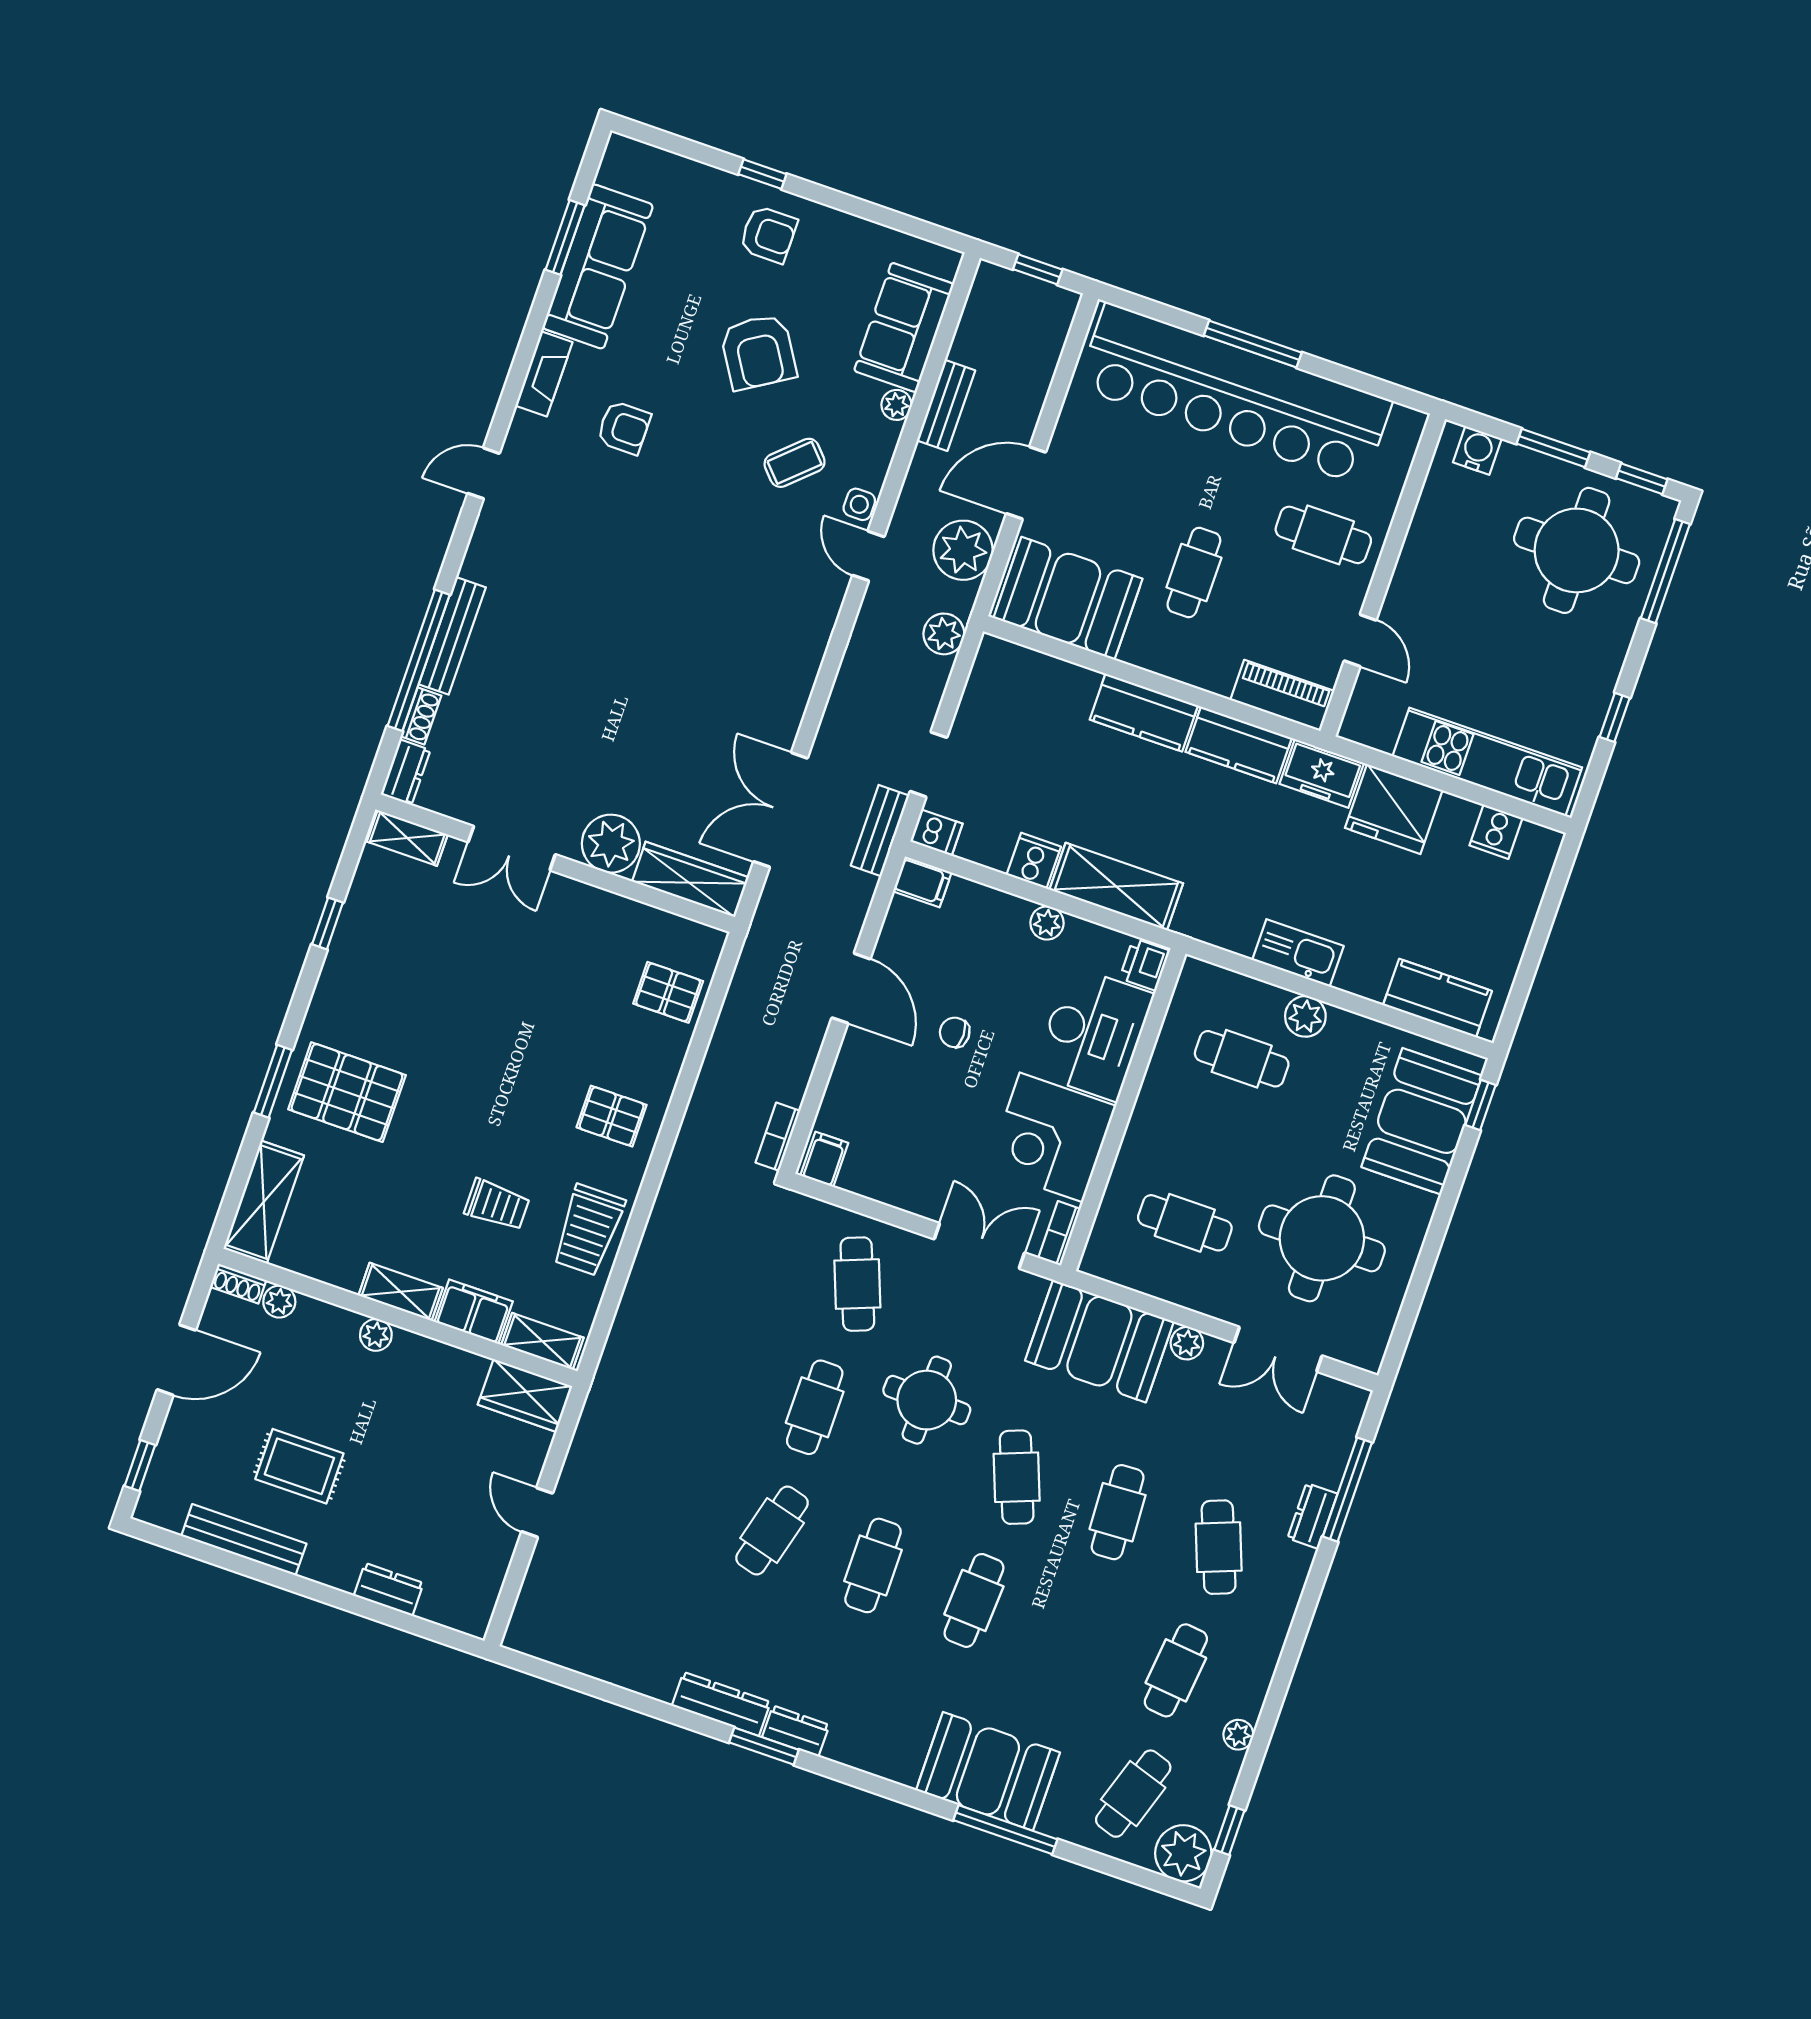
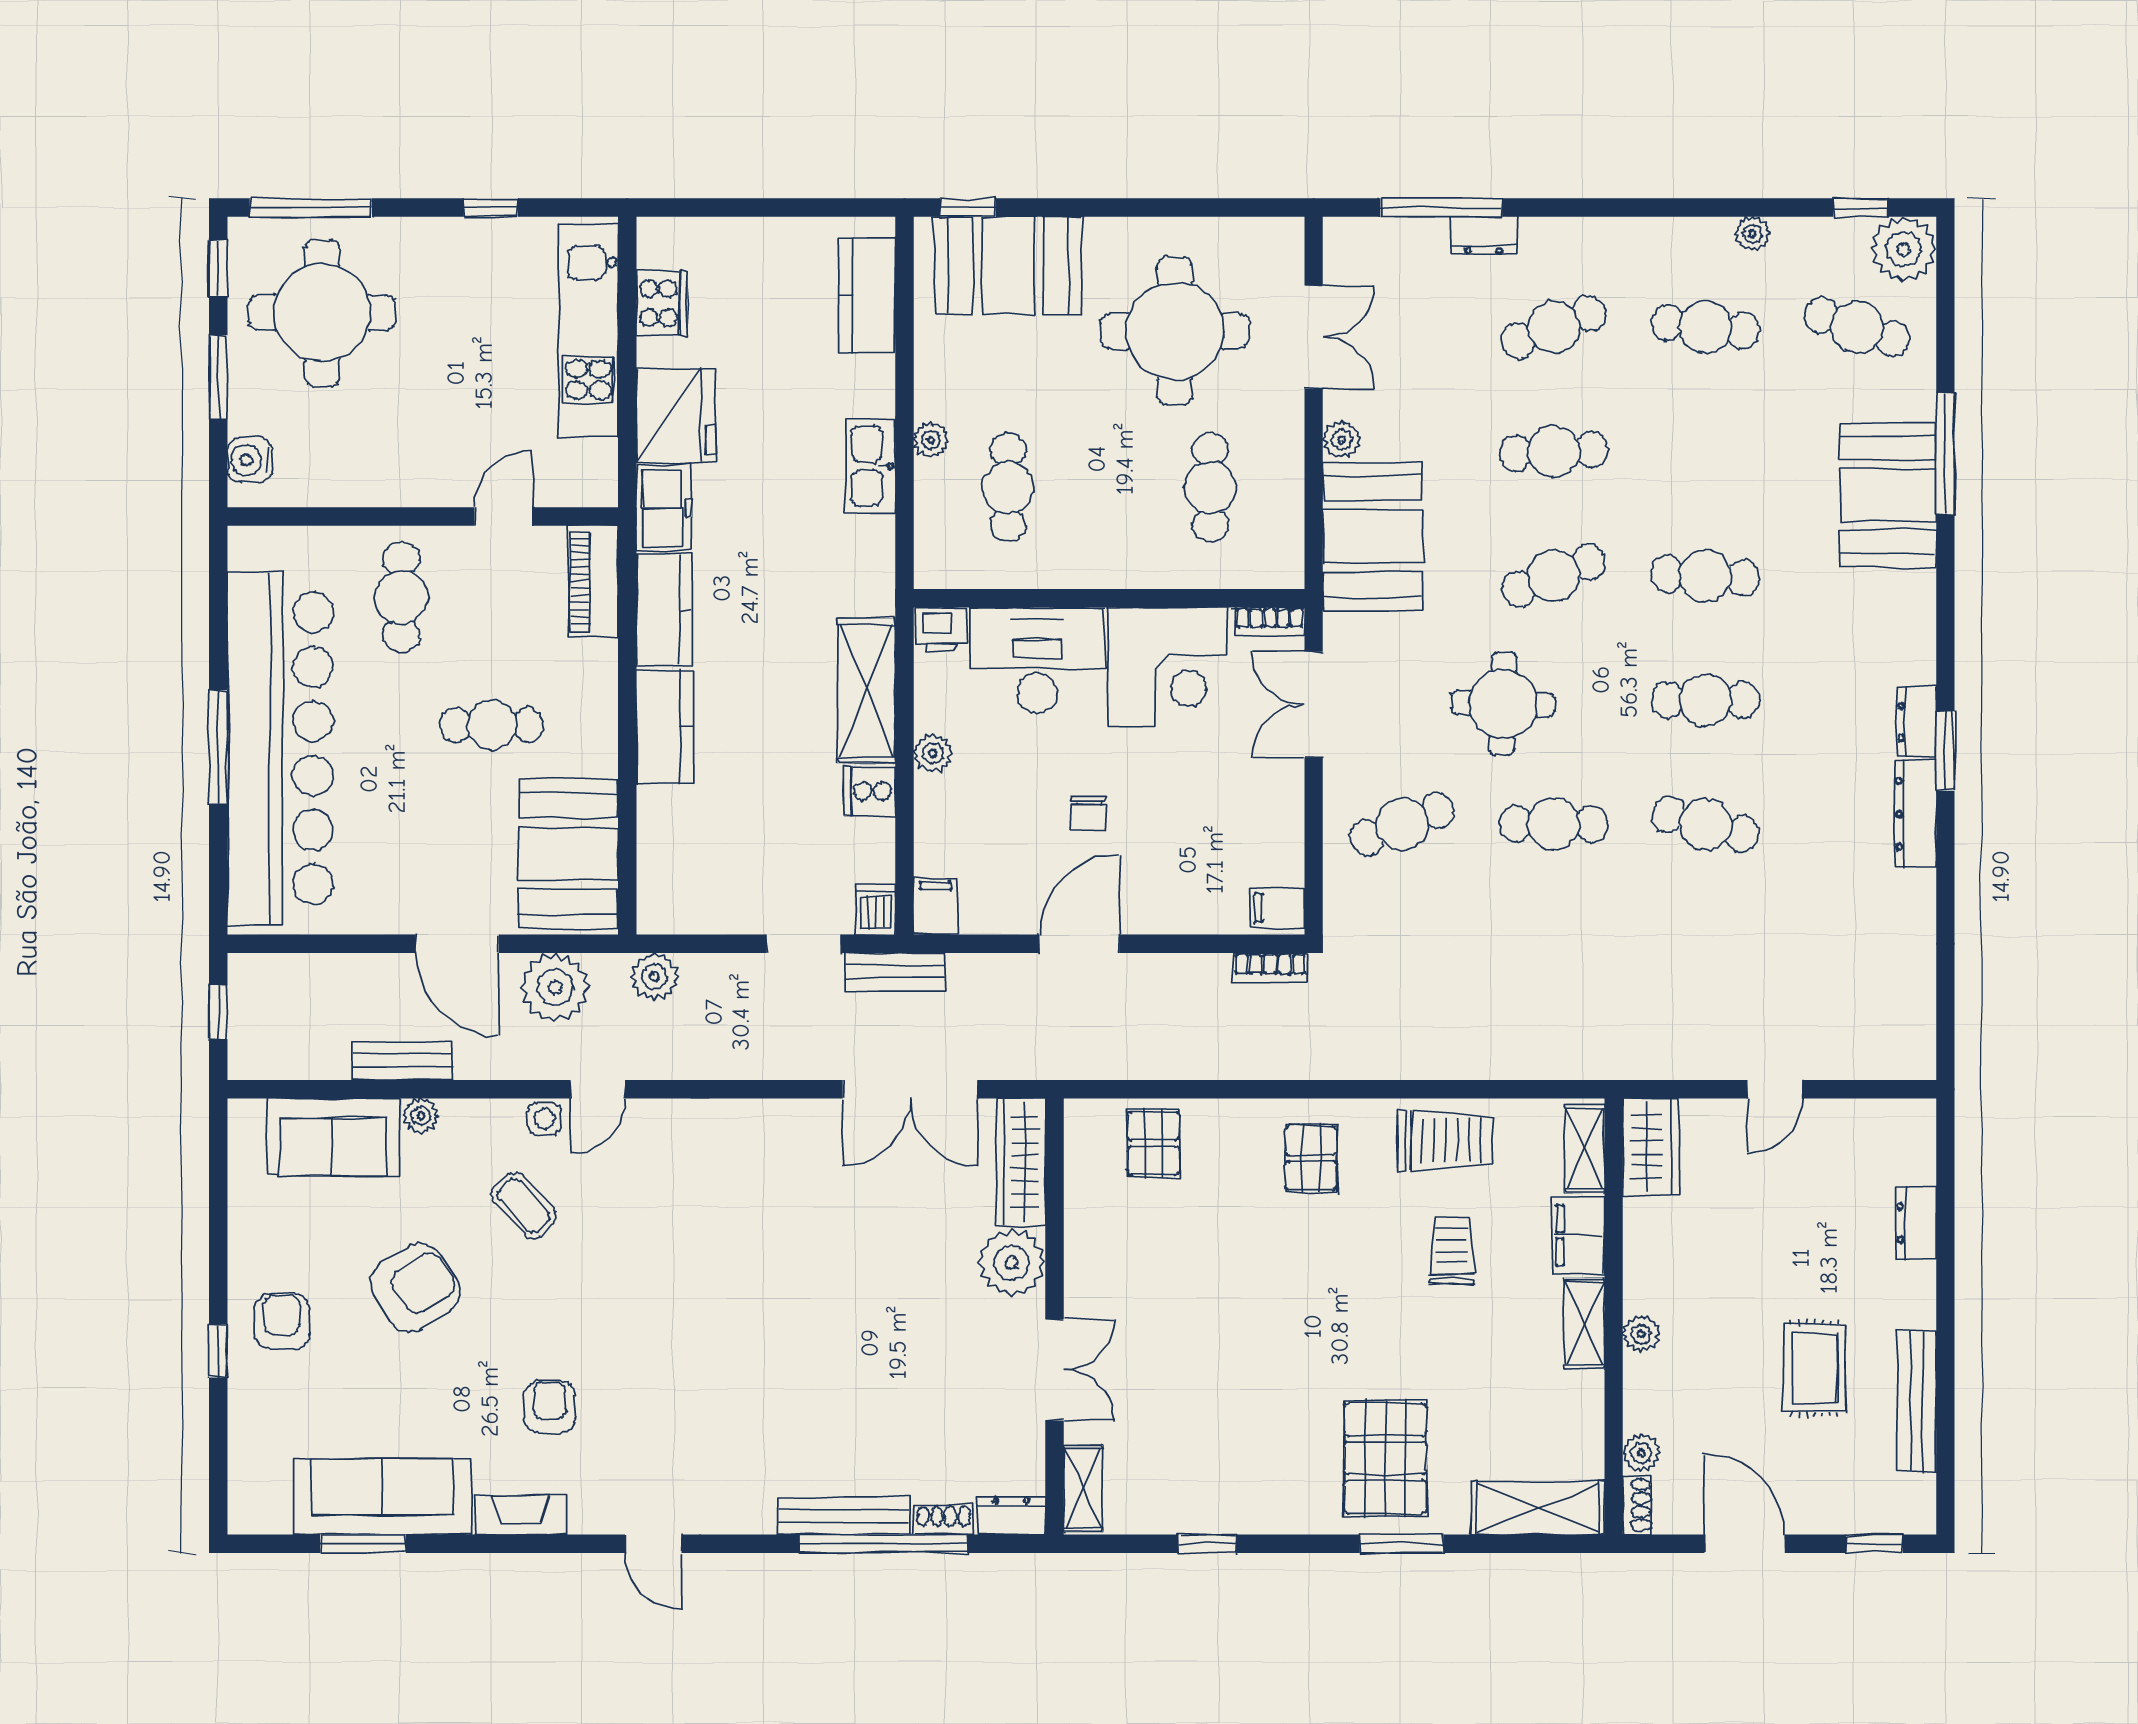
cooker: (1496, 832) -> (662, 303), width x1.36
plant: (1305, 1016) -> (931, 440), width x0.73, depth x0.73

